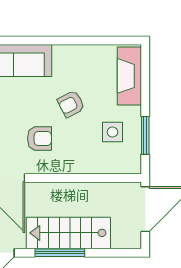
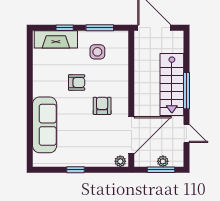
window: (145, 88) -> (65, 28), added
armchair: (71, 104) -> (77, 82), turned -63

